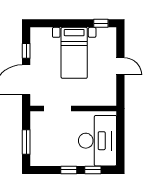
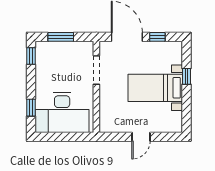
window: (101, 23) -> (187, 76), moved
window: (69, 170) -> (31, 56), moved

